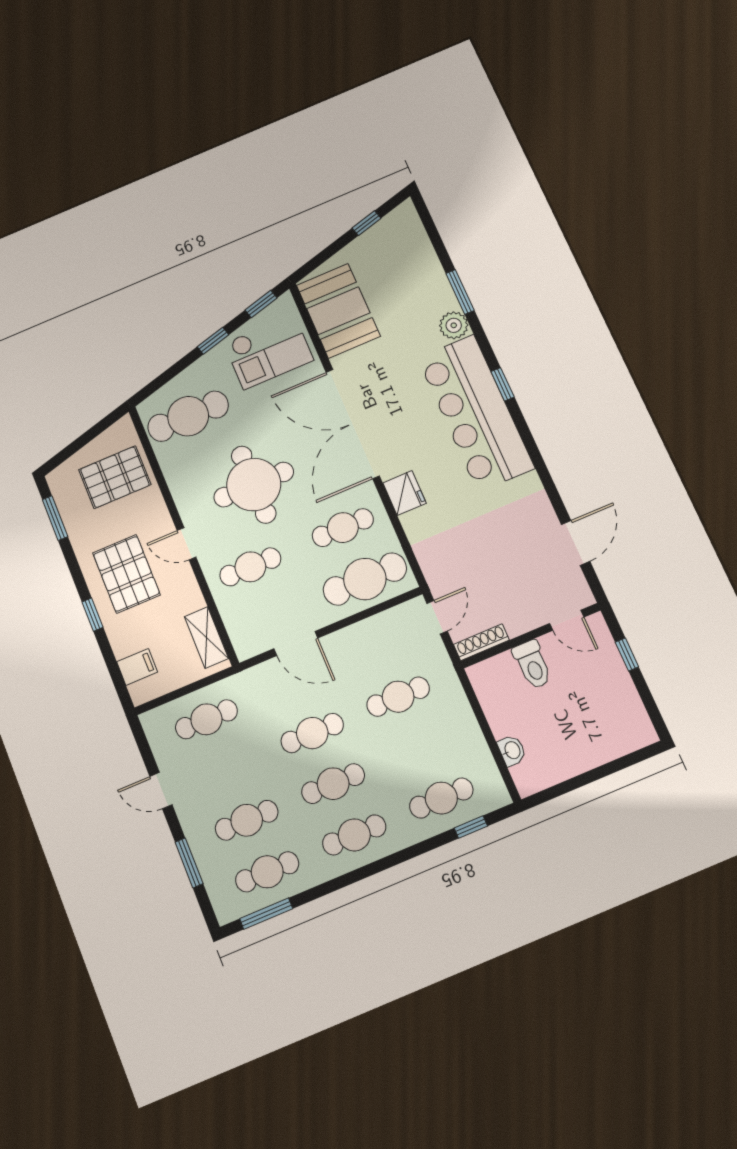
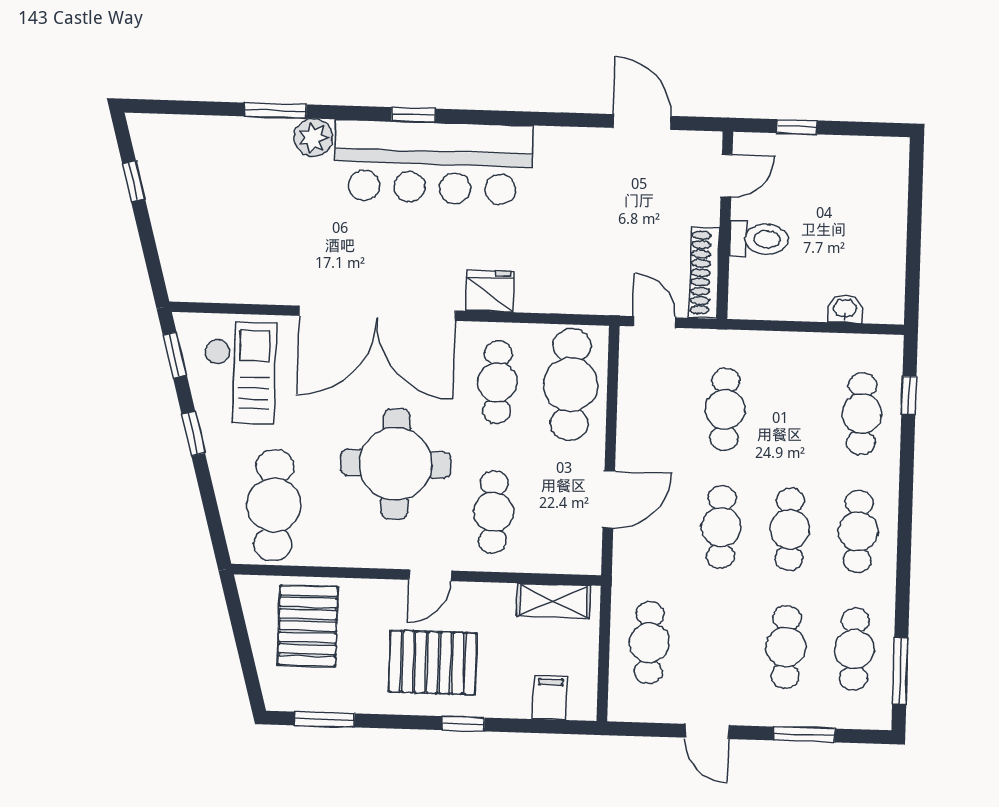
booth: (338, 311) -> (228, 266), removed
shoe rack: (481, 642) -> (704, 273), width x1.36, depth x1.24
door: (161, 791) -> (707, 731), hinge flipped

